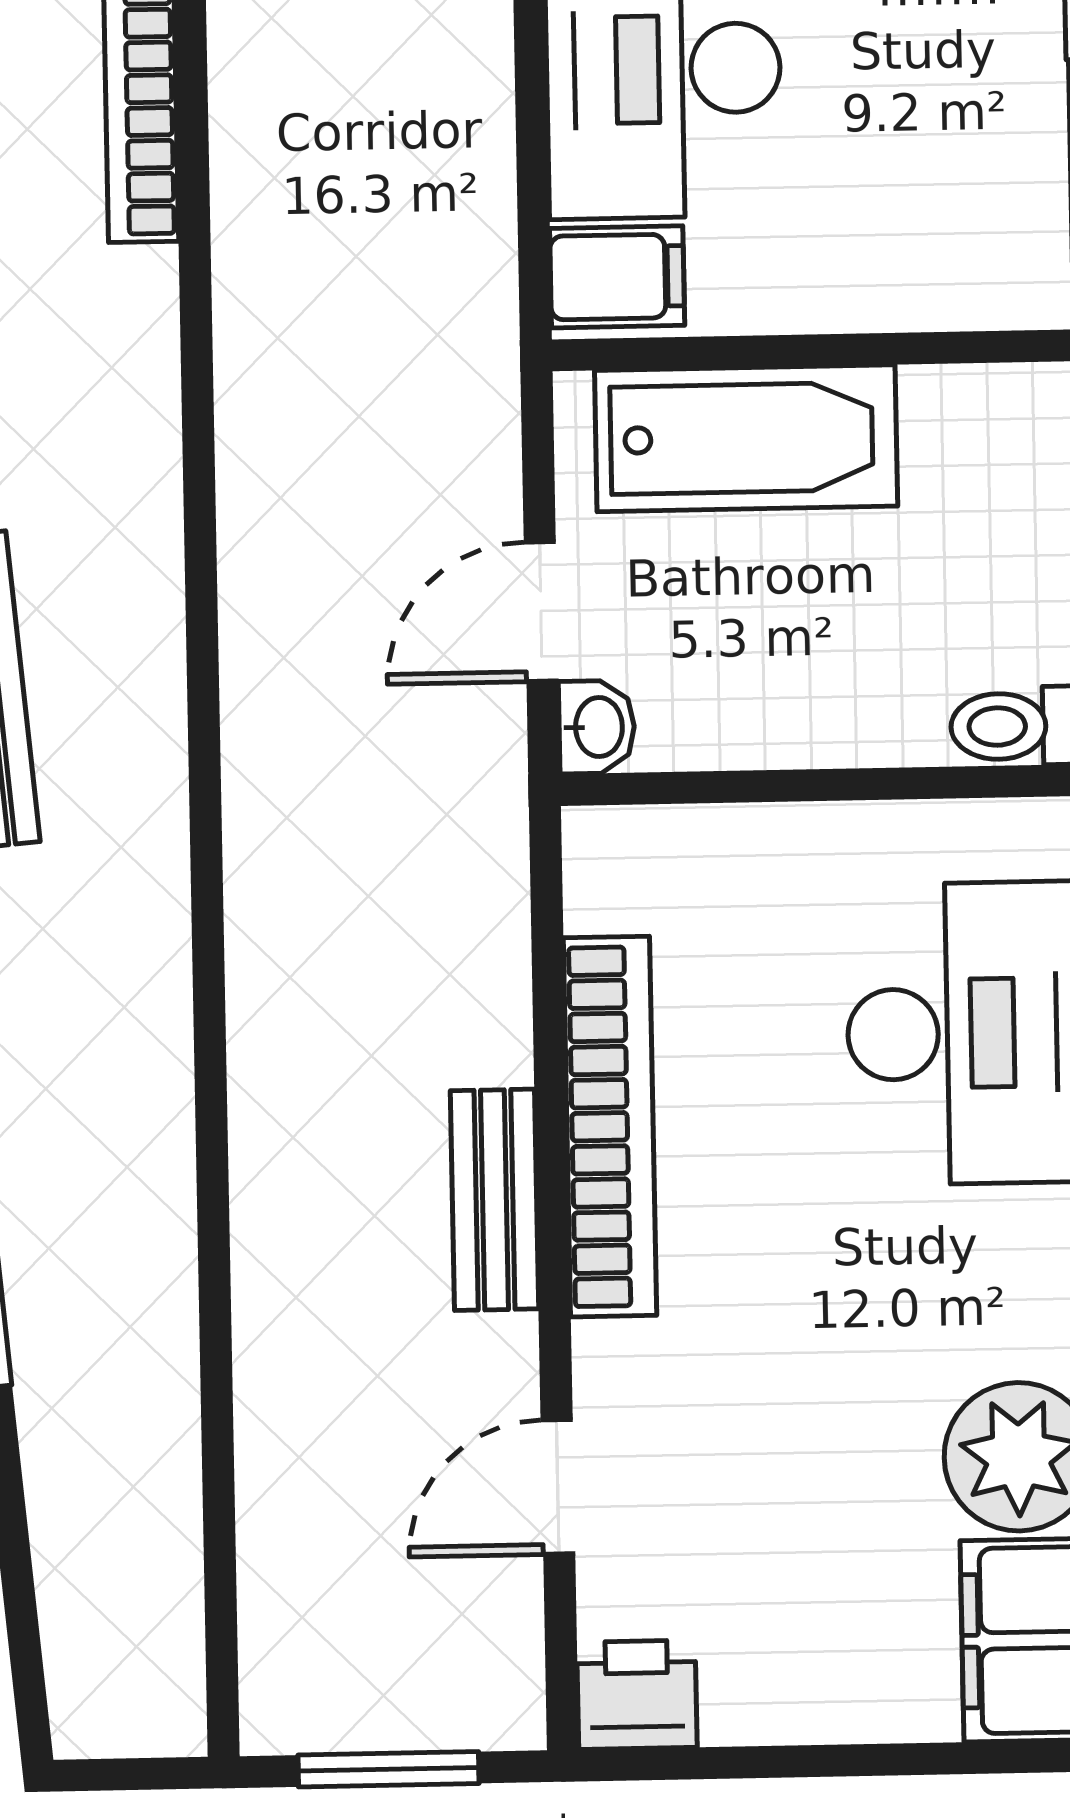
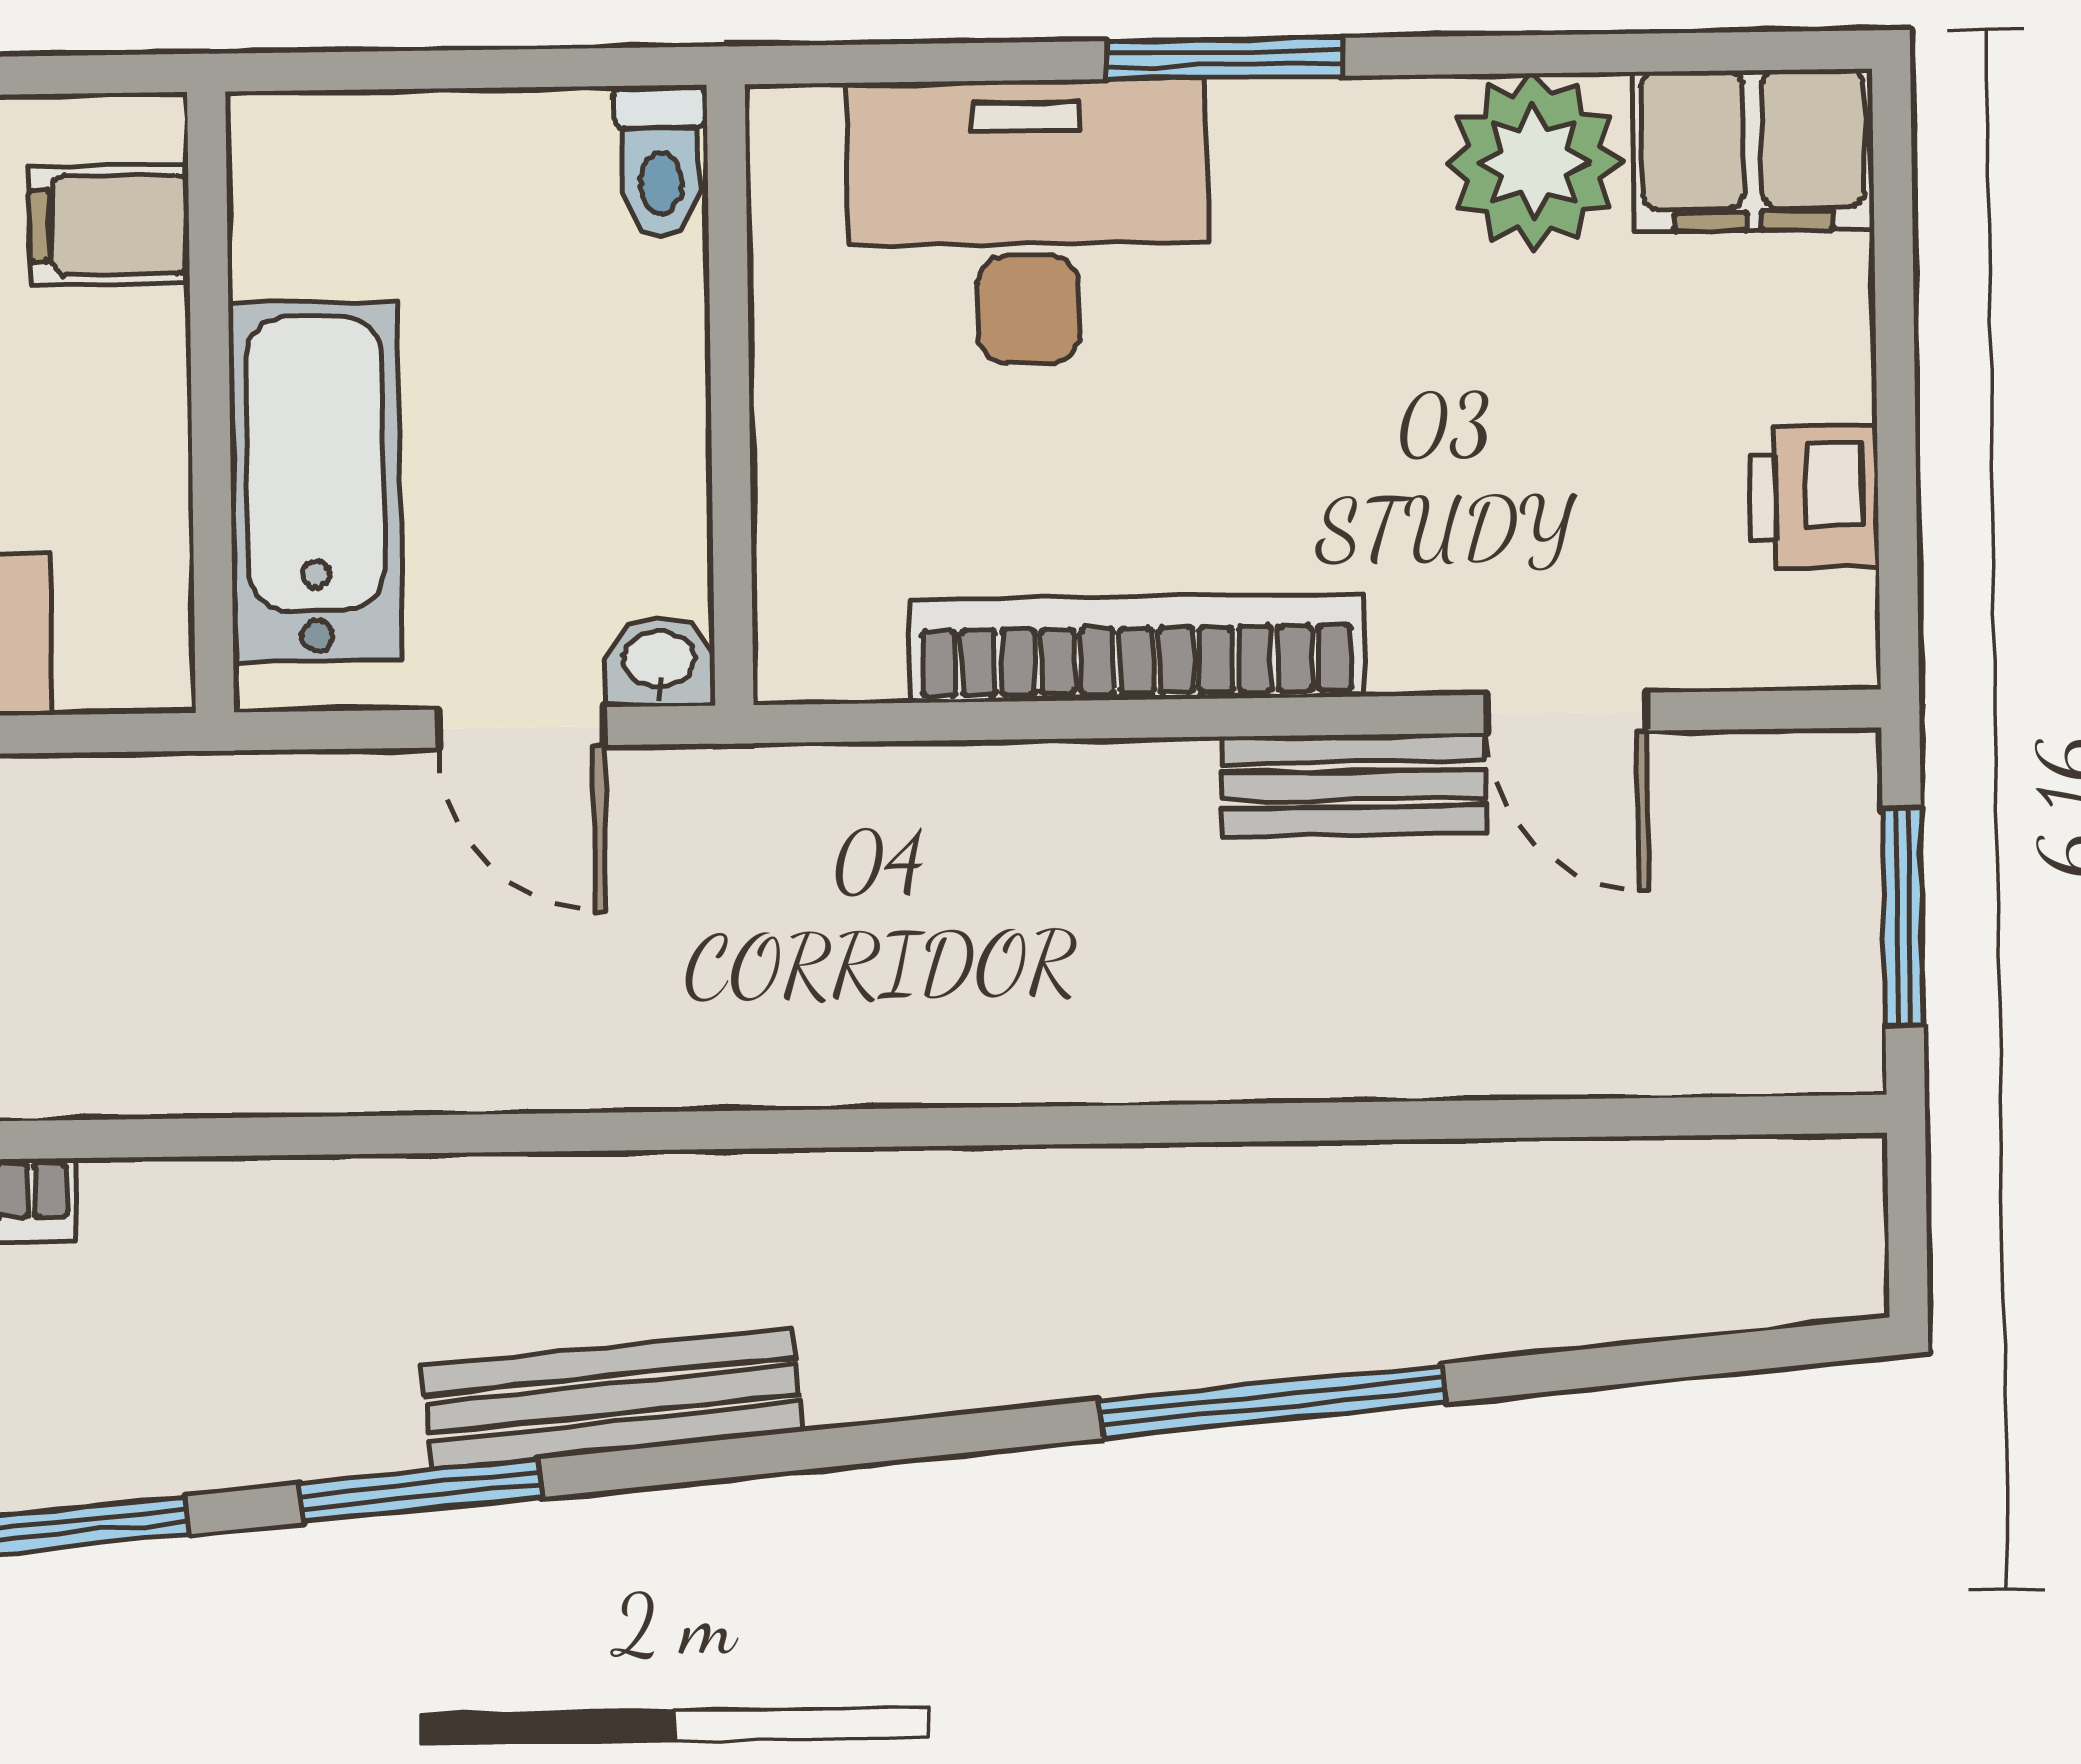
filing cabinet: (617, 277) -> (109, 225), moved, turned -90
bench: (494, 1200) -> (1354, 785), moved
printer: (637, 1695) -> (1814, 497), moved

